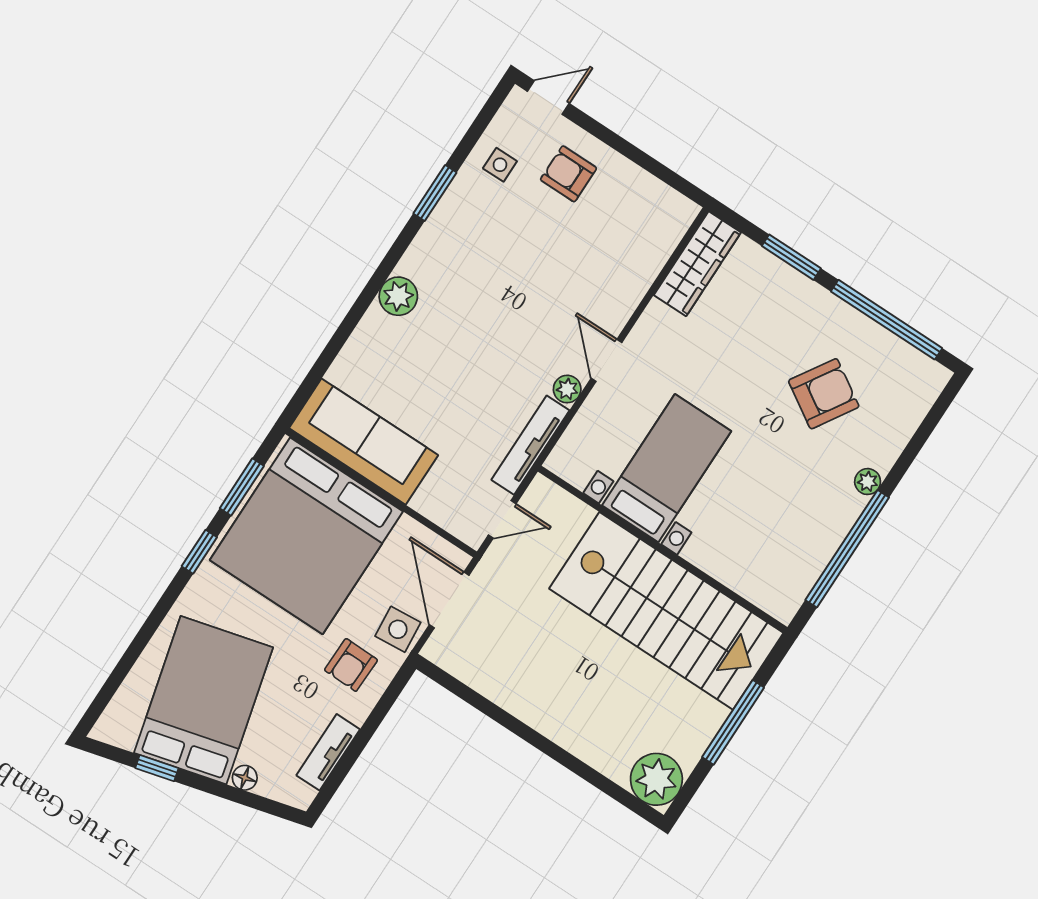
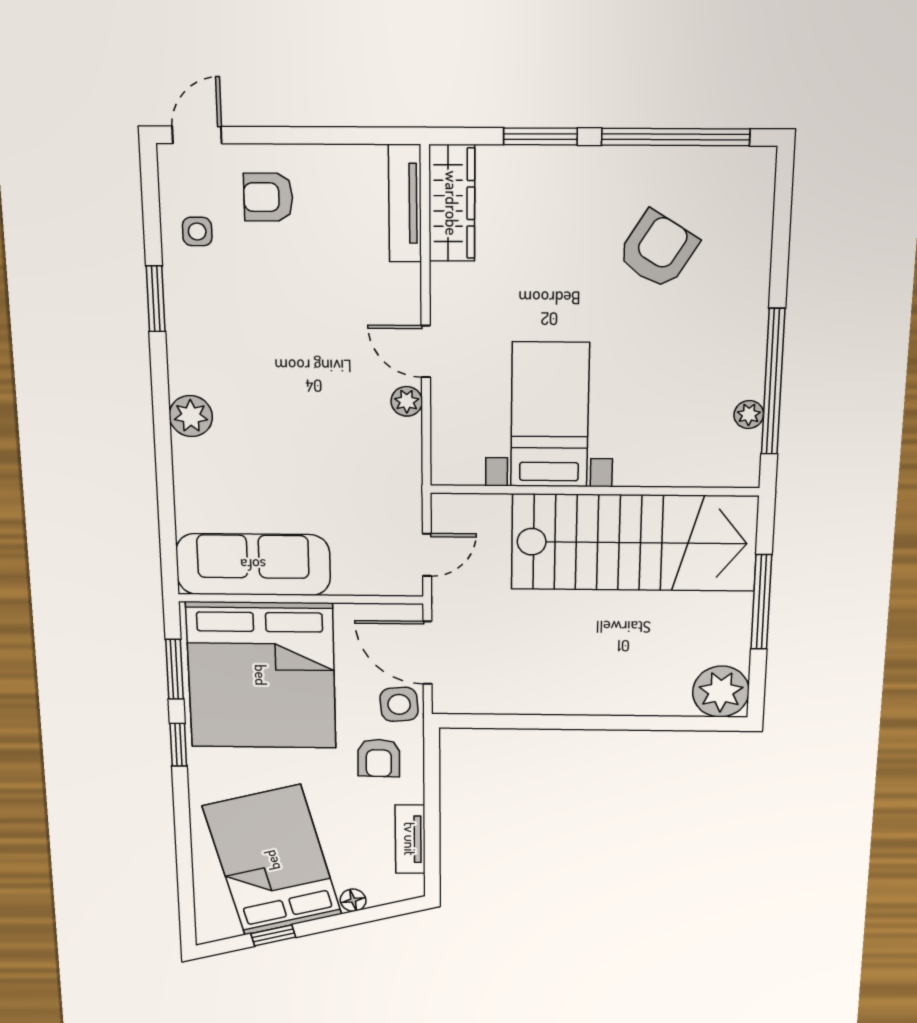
tv unit: (530, 445) -> (405, 203), moved
plant: (868, 482) -> (749, 415), moved

